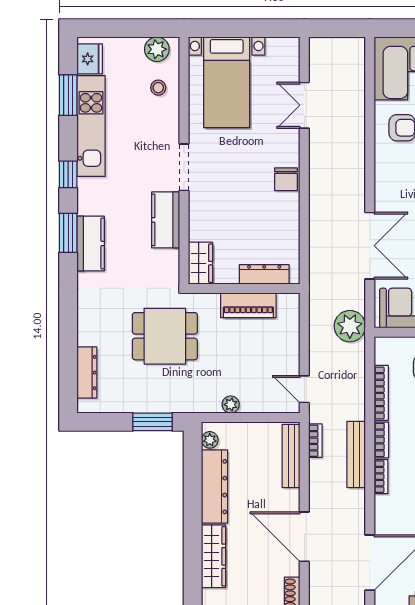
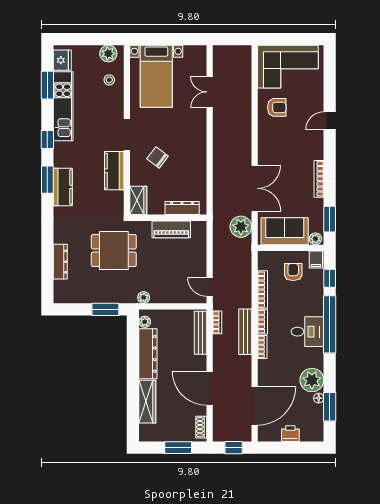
chair: (286, 179) -> (158, 157), moved, turned 127
plant: (350, 326) -> (241, 227), moved
dresser: (87, 373) -> (60, 262), moved
plant: (231, 405) -> (144, 297), moved

